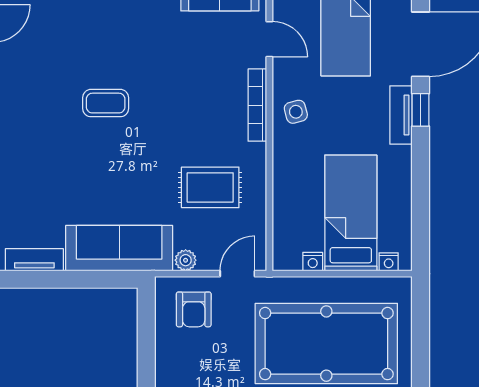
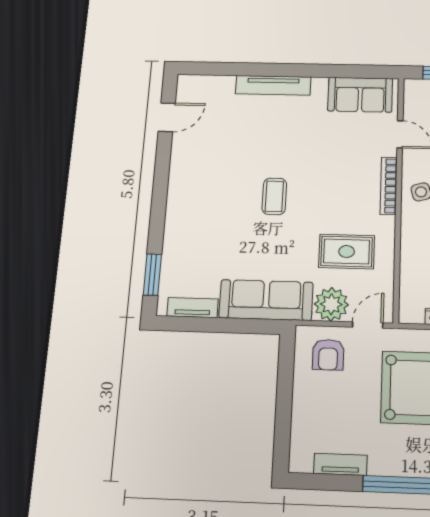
coffee table: (106, 103) -> (274, 196), moved, turned 90
plant: (186, 260) -> (331, 304), width x1.88, depth x1.88

